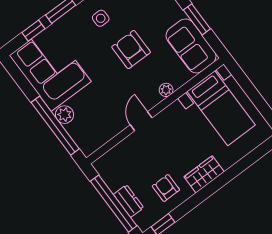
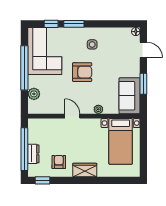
armchair: (131, 50) -> (82, 72), moved, turned 90
plant: (65, 115) -> (34, 94), moved
door: (141, 121) -> (72, 116), hinge flipped
window: (55, 126) -> (24, 68), moved

